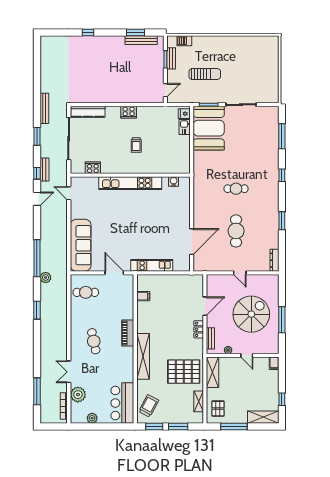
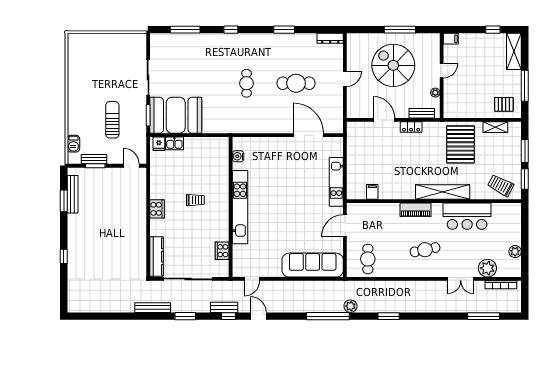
shelving: (212, 372) -> (461, 111), removed
bar counter: (122, 403) -> (467, 216), moved

